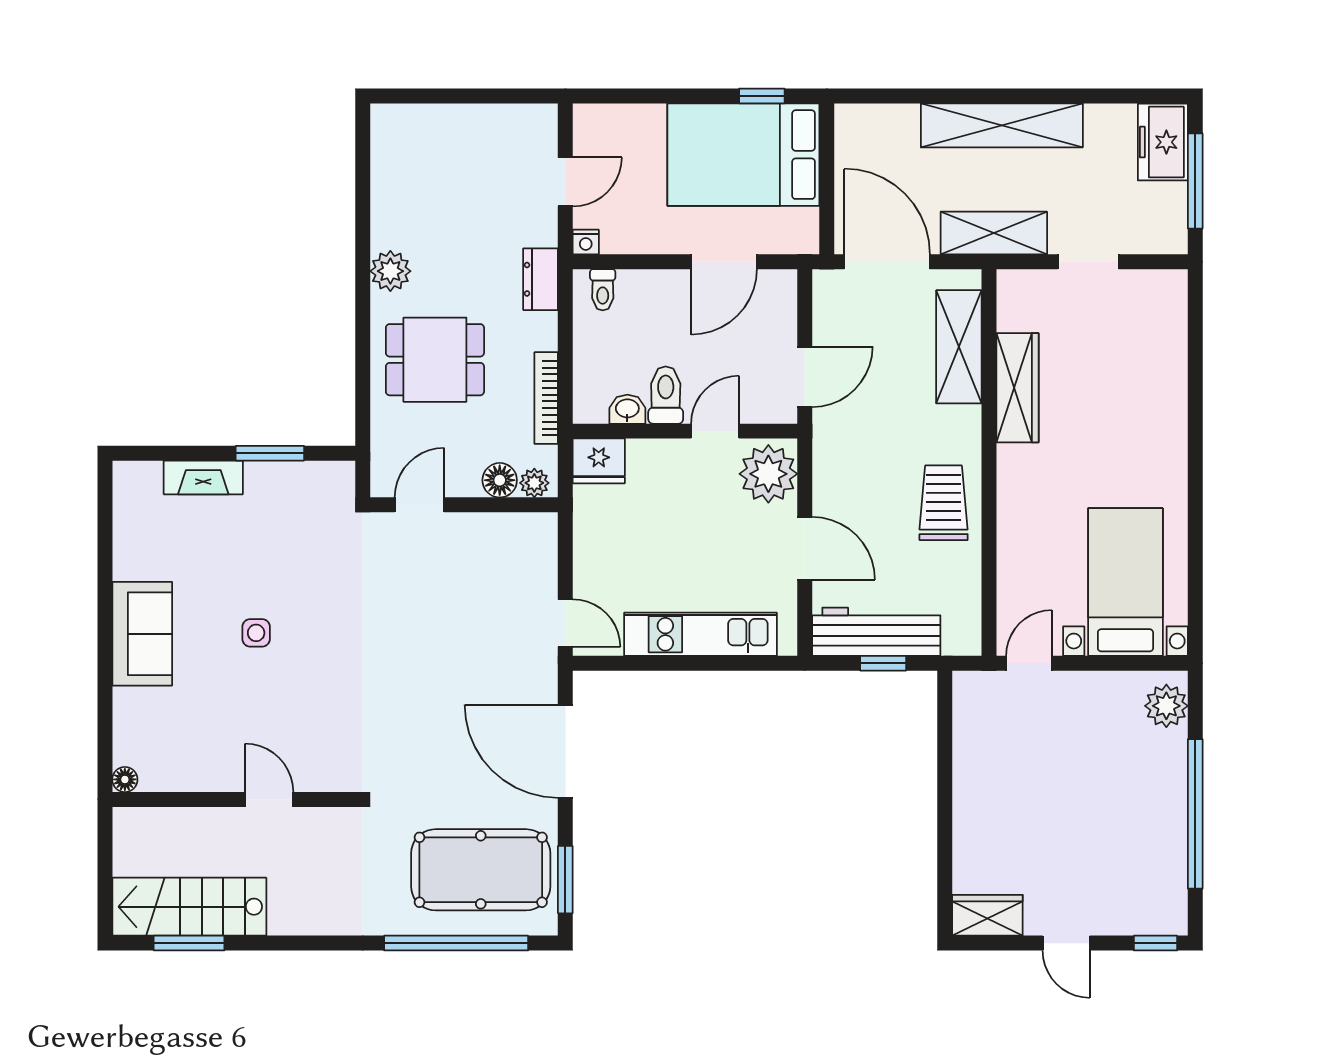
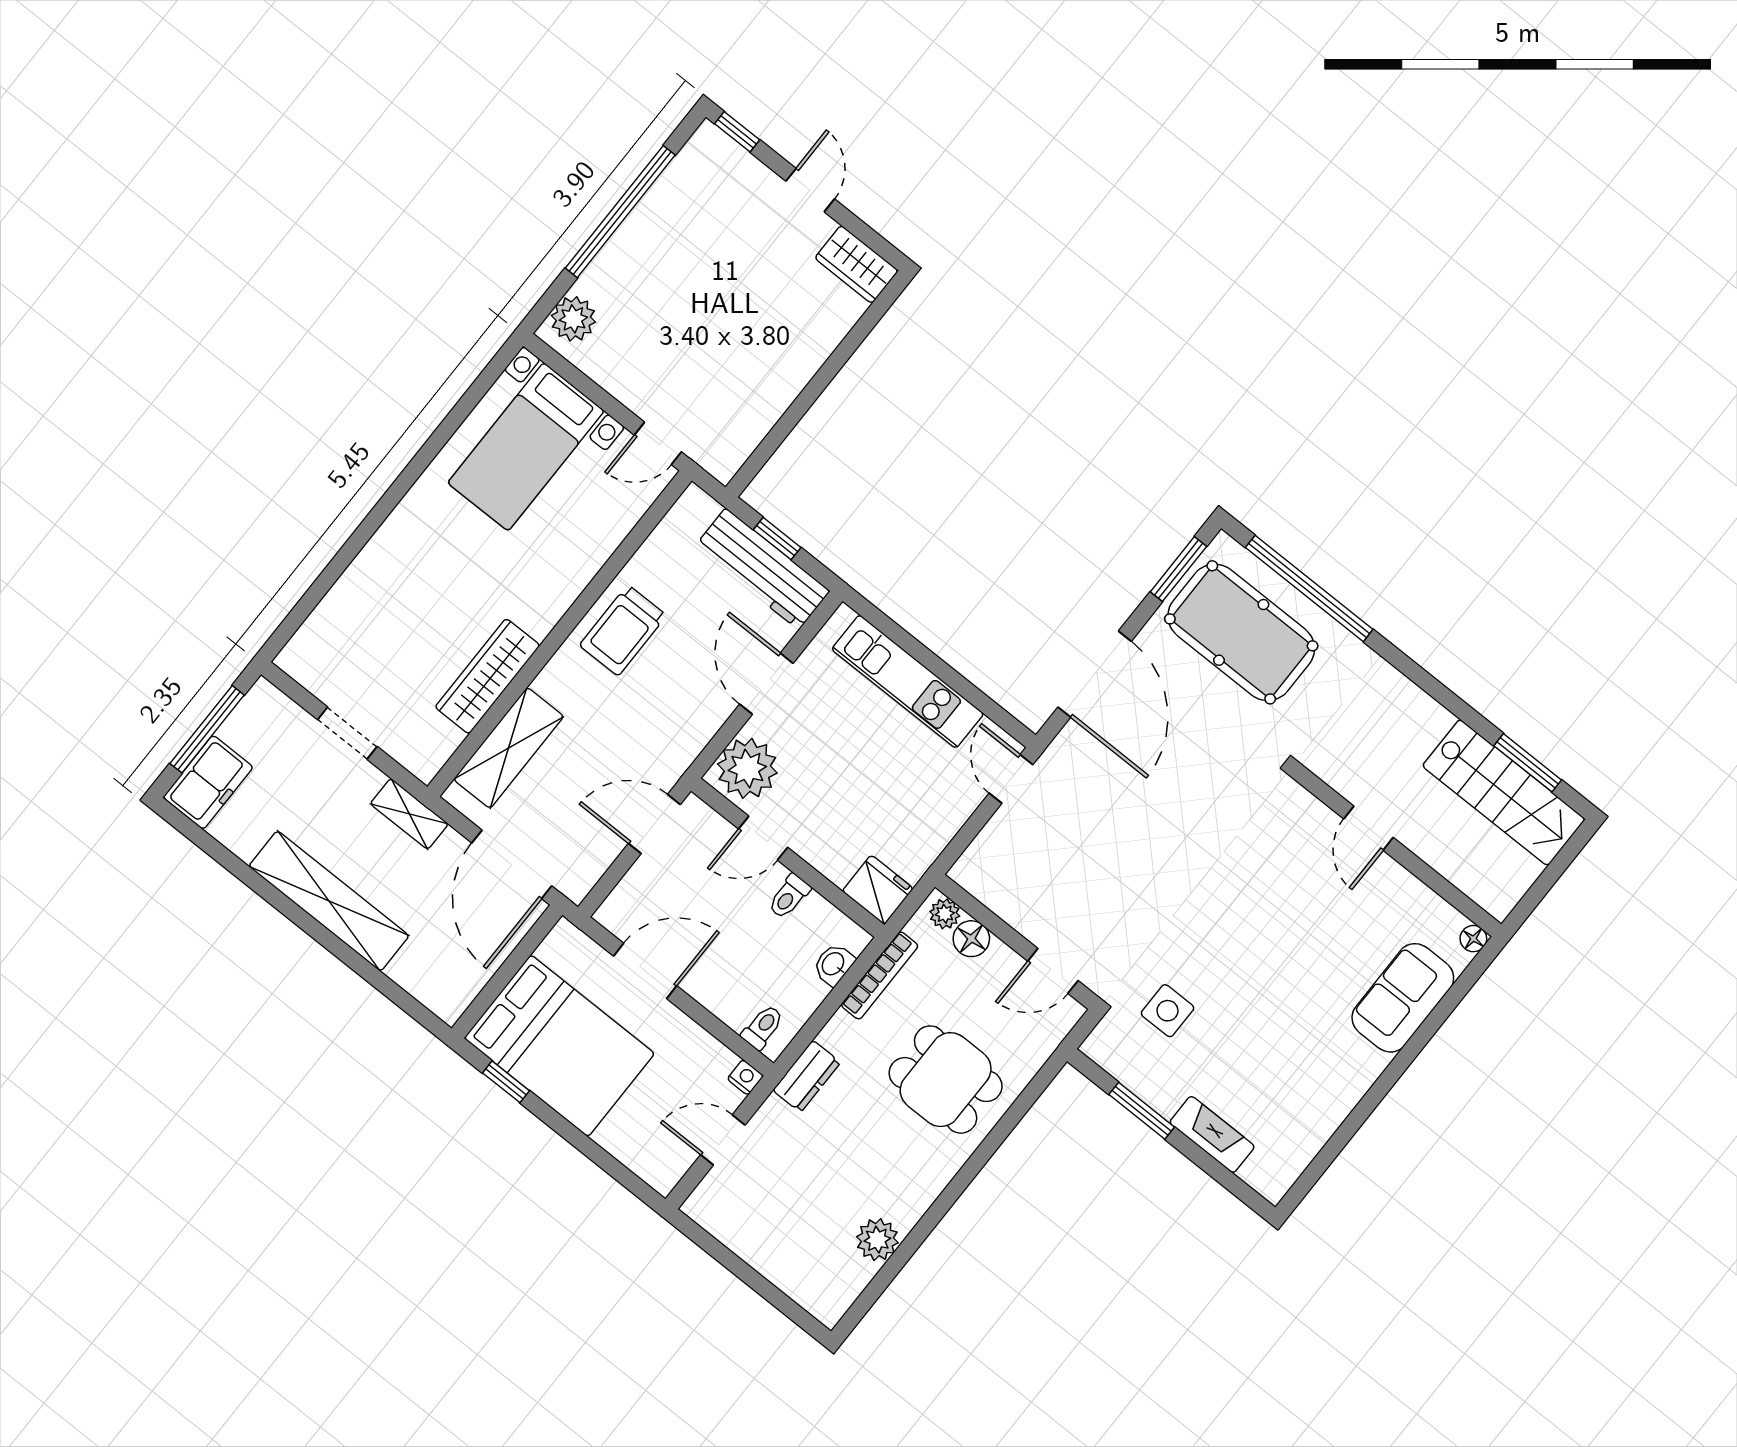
shelving: (994, 233) -> (409, 814), width x0.67, depth x0.75
plant: (390, 271) -> (877, 1240), moved
toilet: (666, 395) -> (789, 896), width x0.73, depth x0.72
washbasin: (627, 409) -> (834, 964), moved, turned 90
side table: (256, 633) -> (1167, 1011), moved, width x1.37, depth x1.37
sofa: (142, 634) -> (1403, 998), moved

